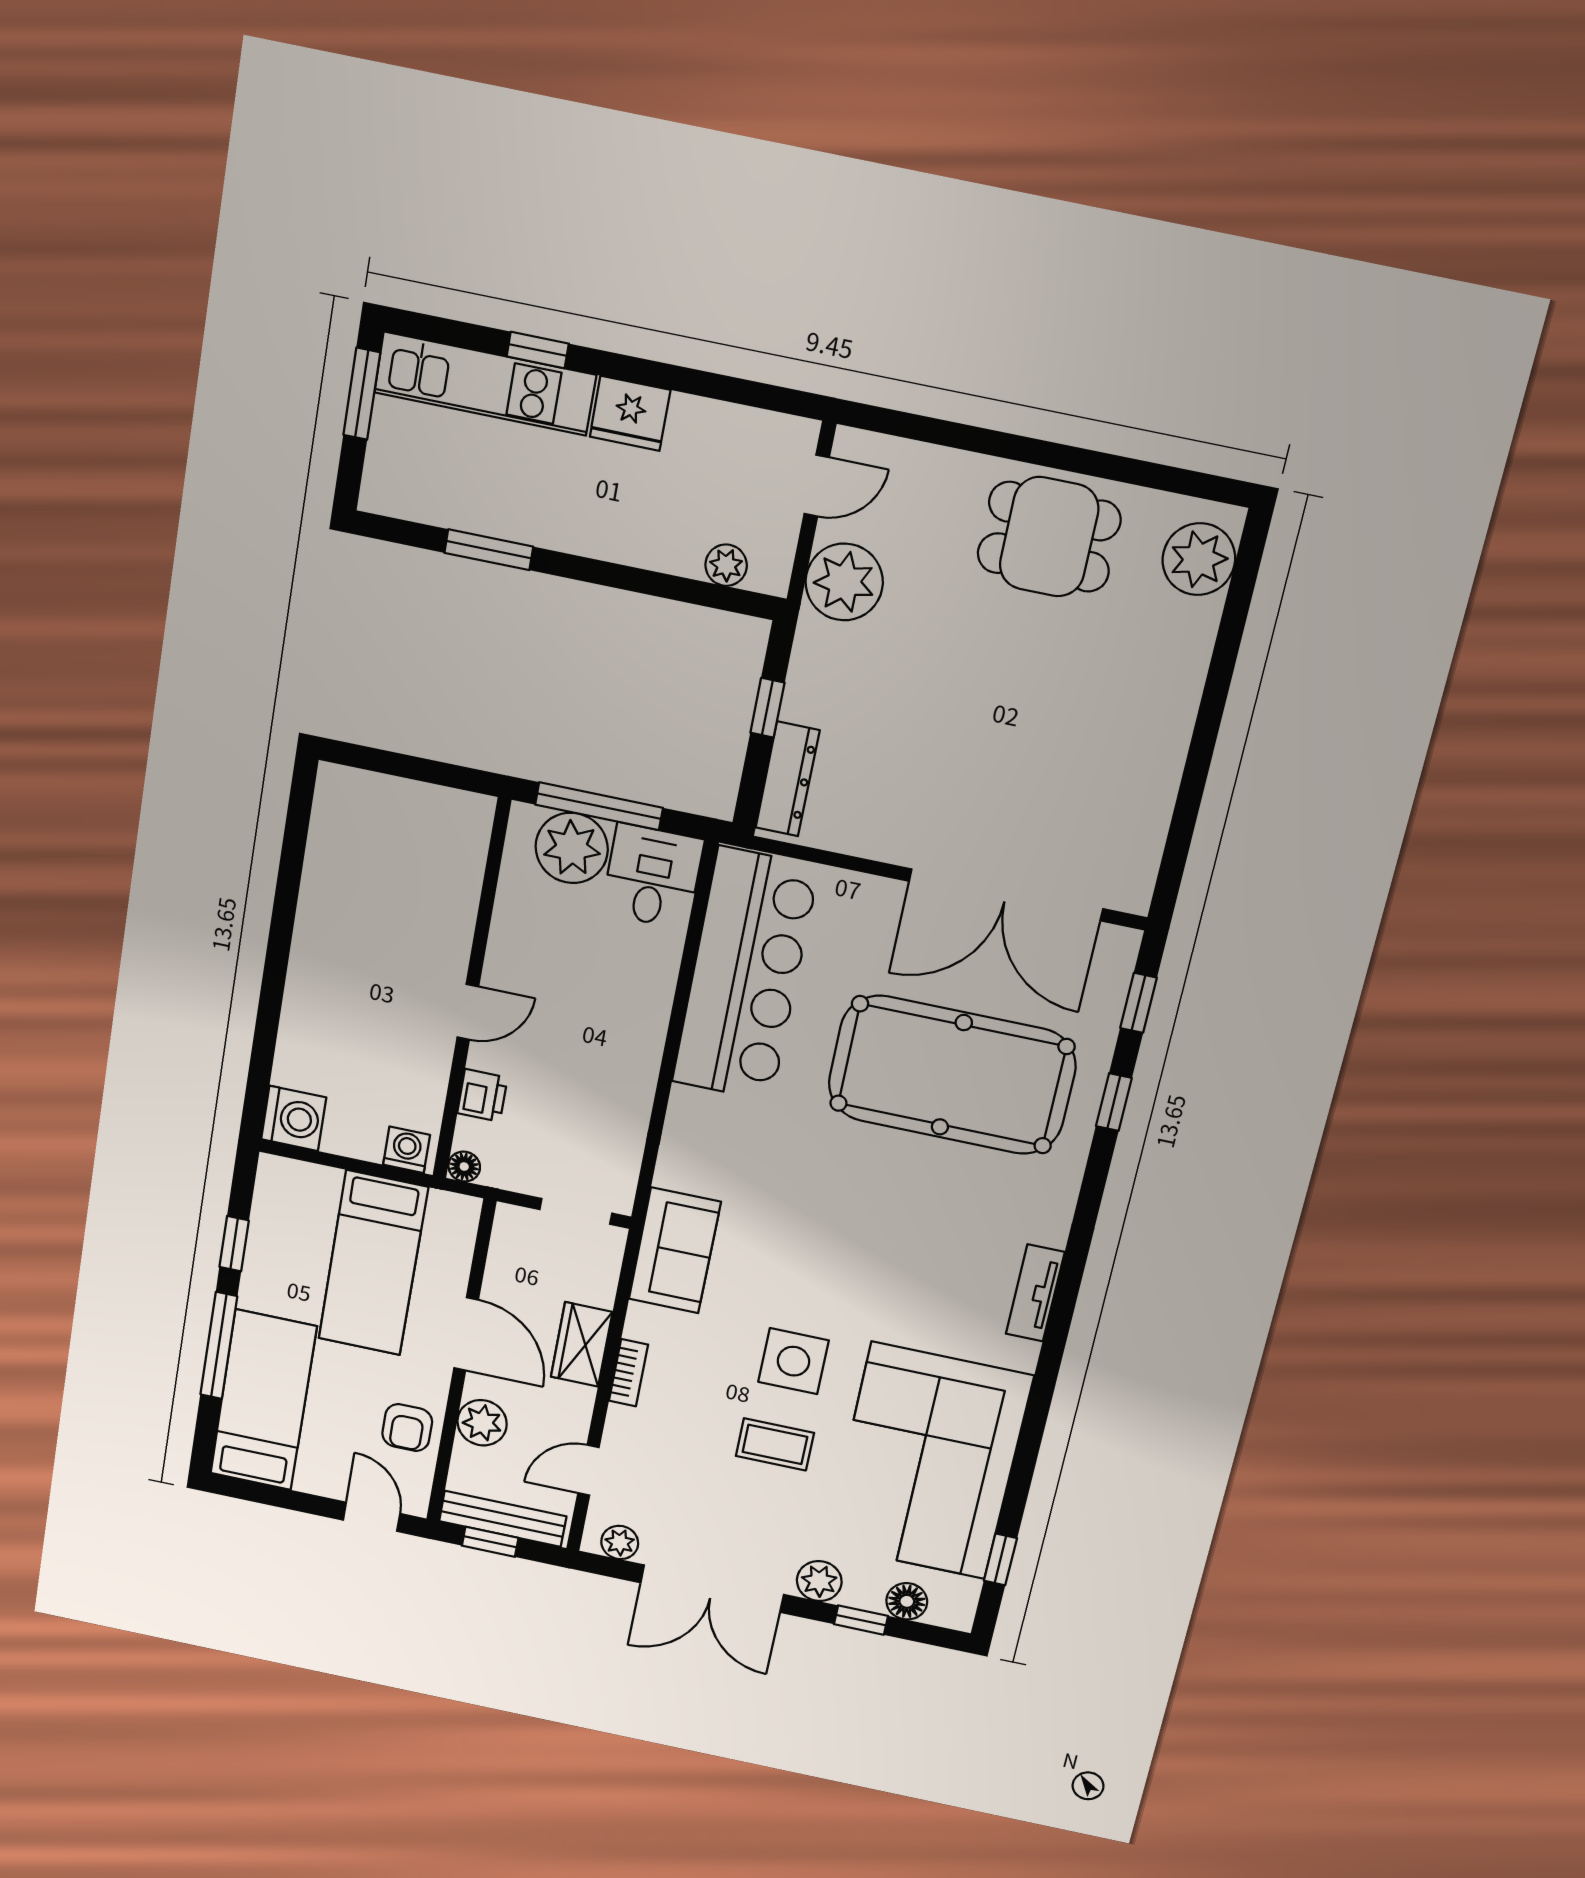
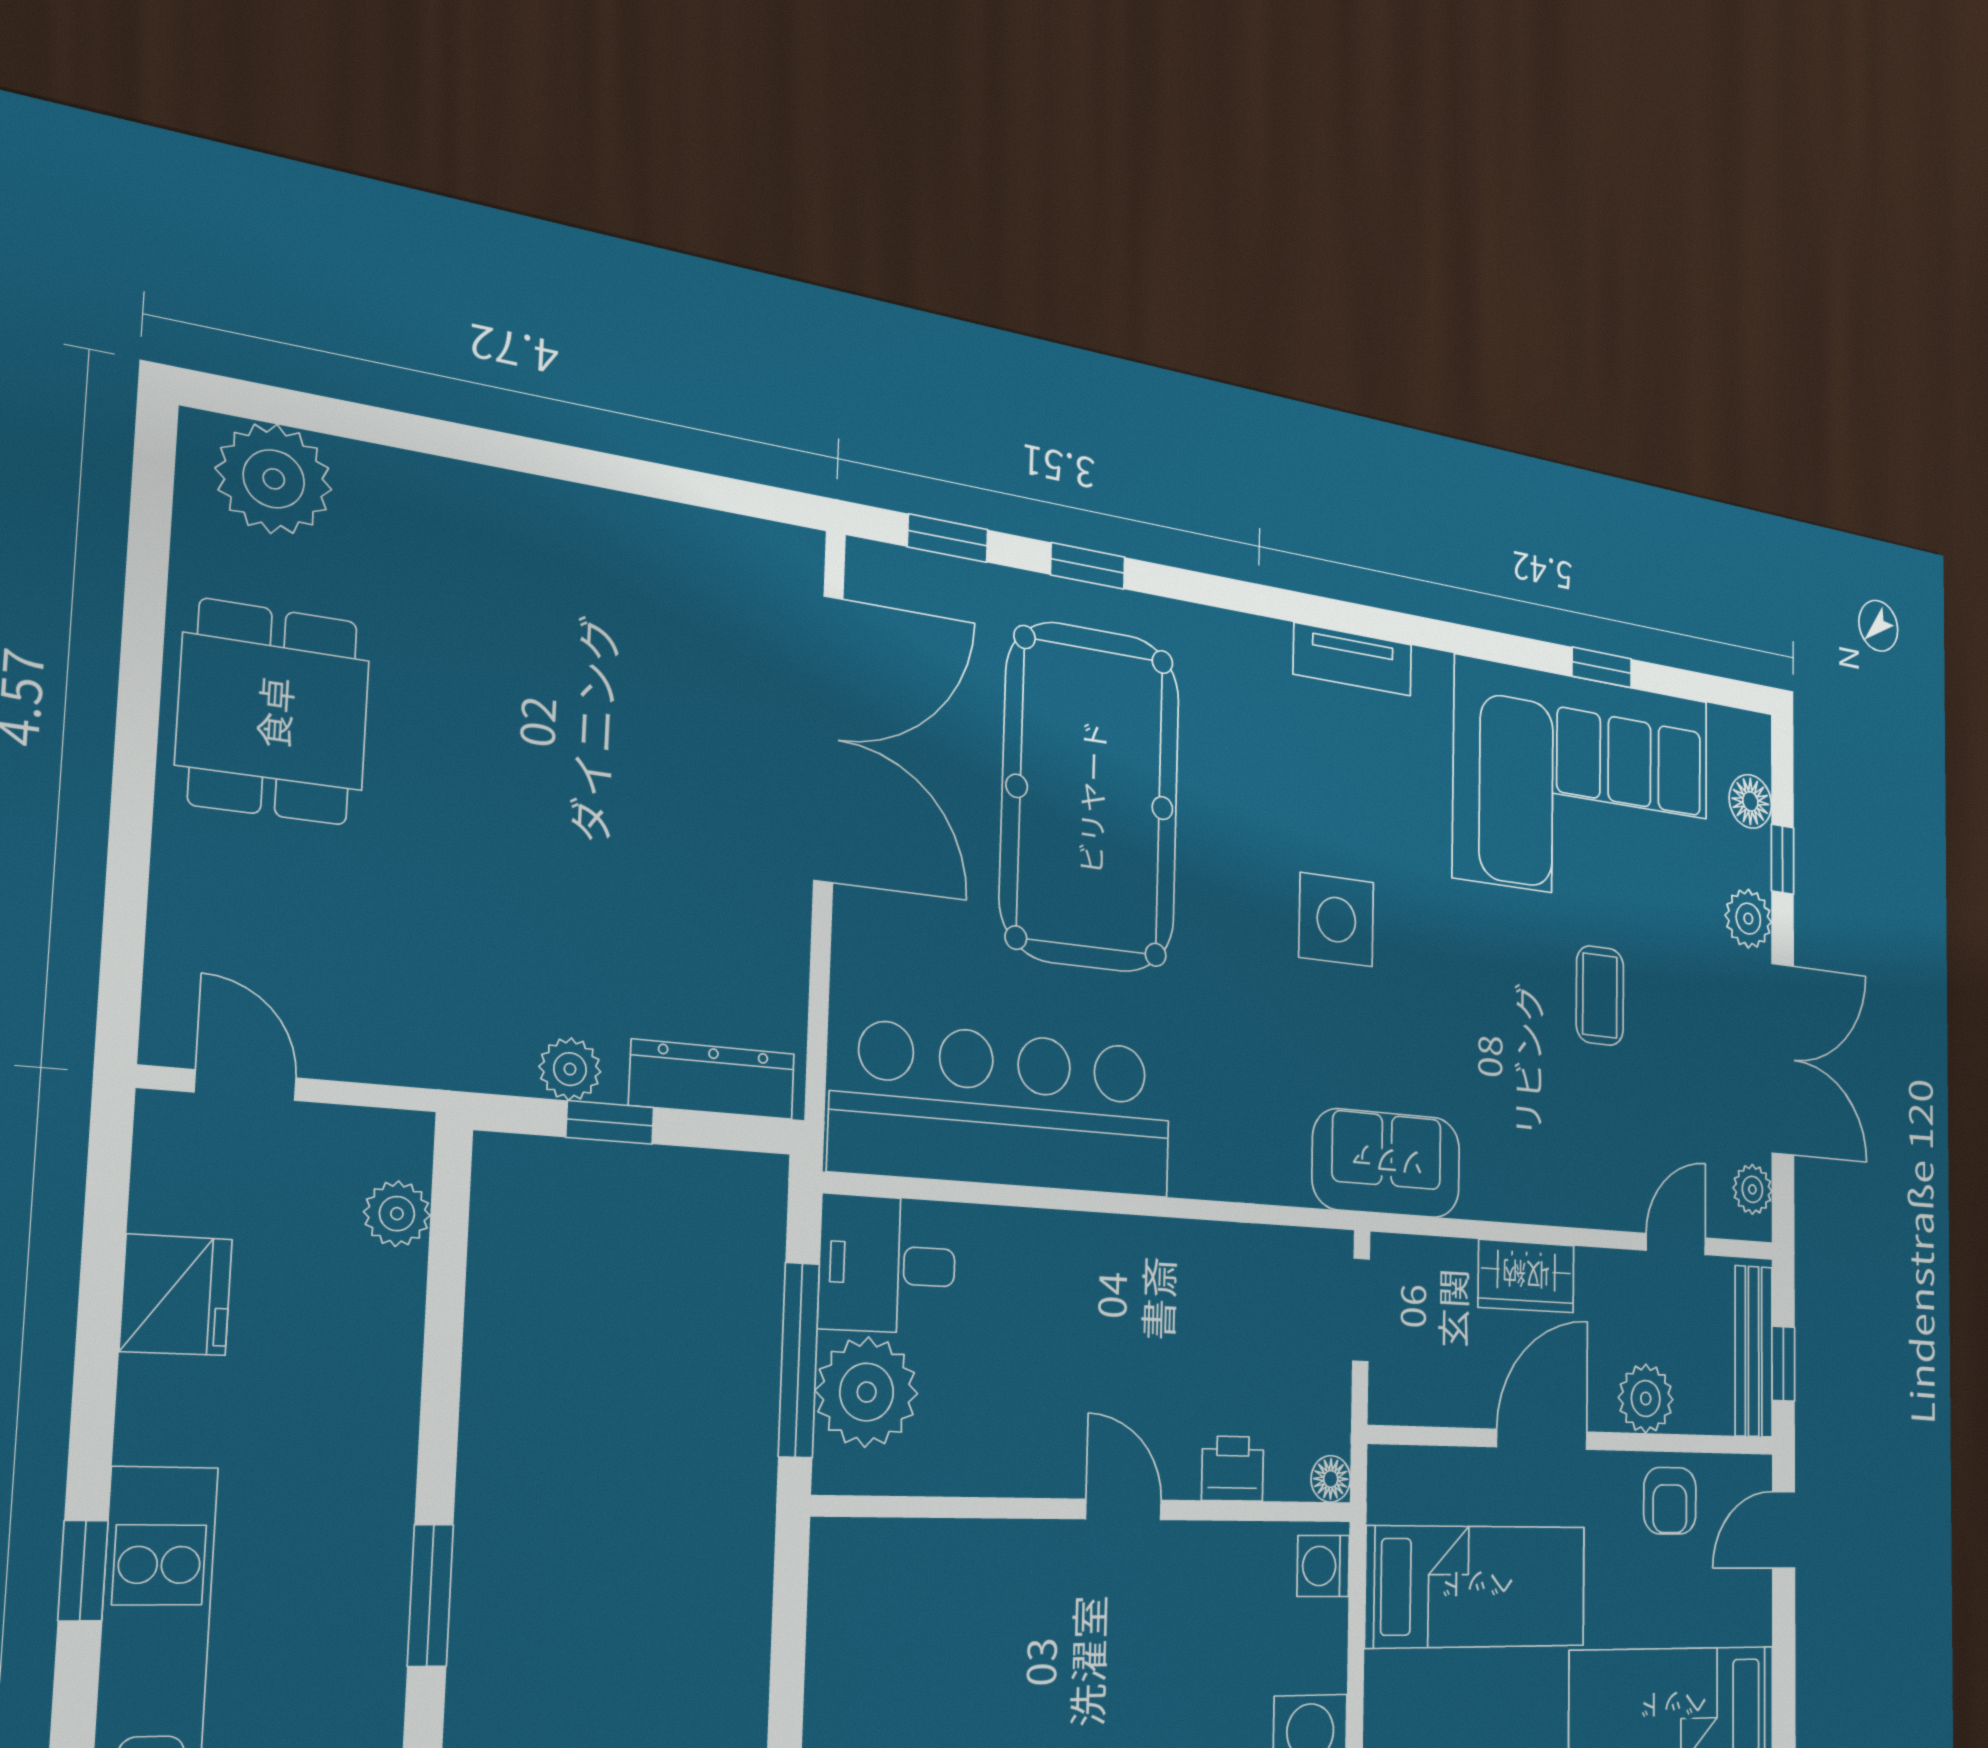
fridge: (630, 413) -> (176, 1295), moved
plant: (844, 582) -> (570, 1069), moved, width x0.53, depth x0.53
side table: (793, 1361) -> (1336, 920), moved
bookcase: (628, 1373) -> (1549, 1206), removed
armchair: (407, 1428) -> (1670, 1501), turned 90
door: (588, 1470) -> (1676, 1244), swing flipped
window: (1000, 1559) -> (1602, 667), moved

